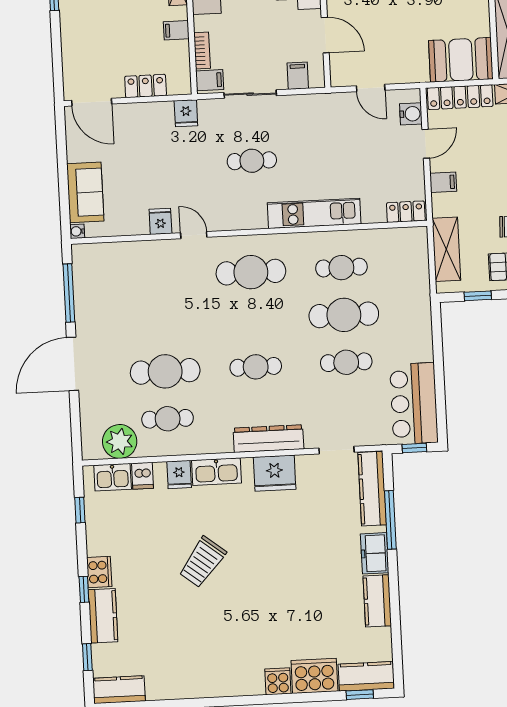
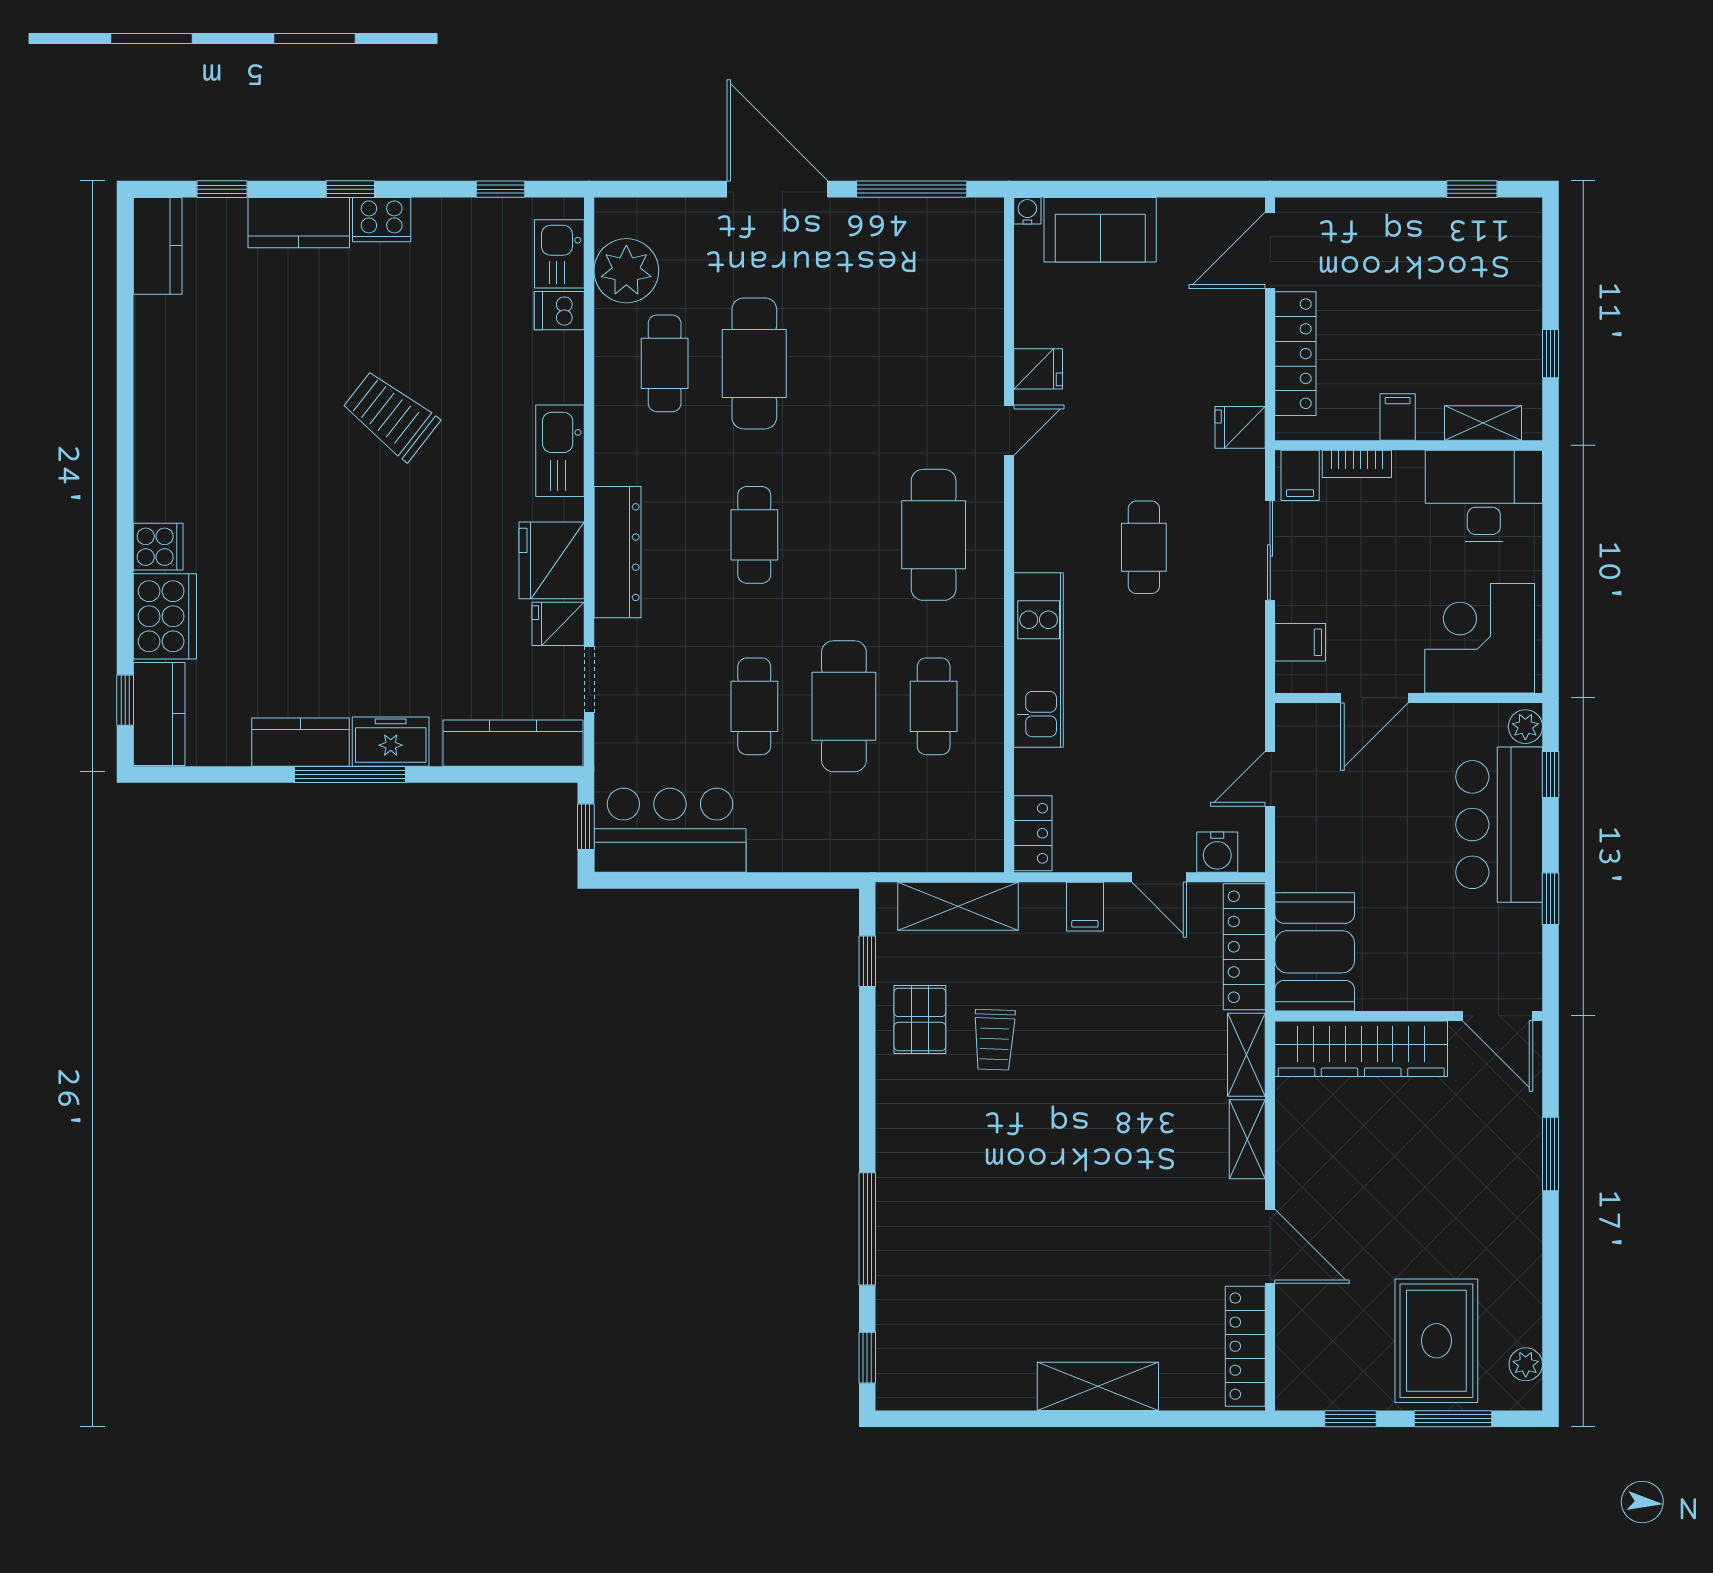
locker: (146, 86) -> (1295, 354), width x1.53
fridge: (179, 475) -> (558, 624), moved
window: (390, 520) -> (350, 775), moved

